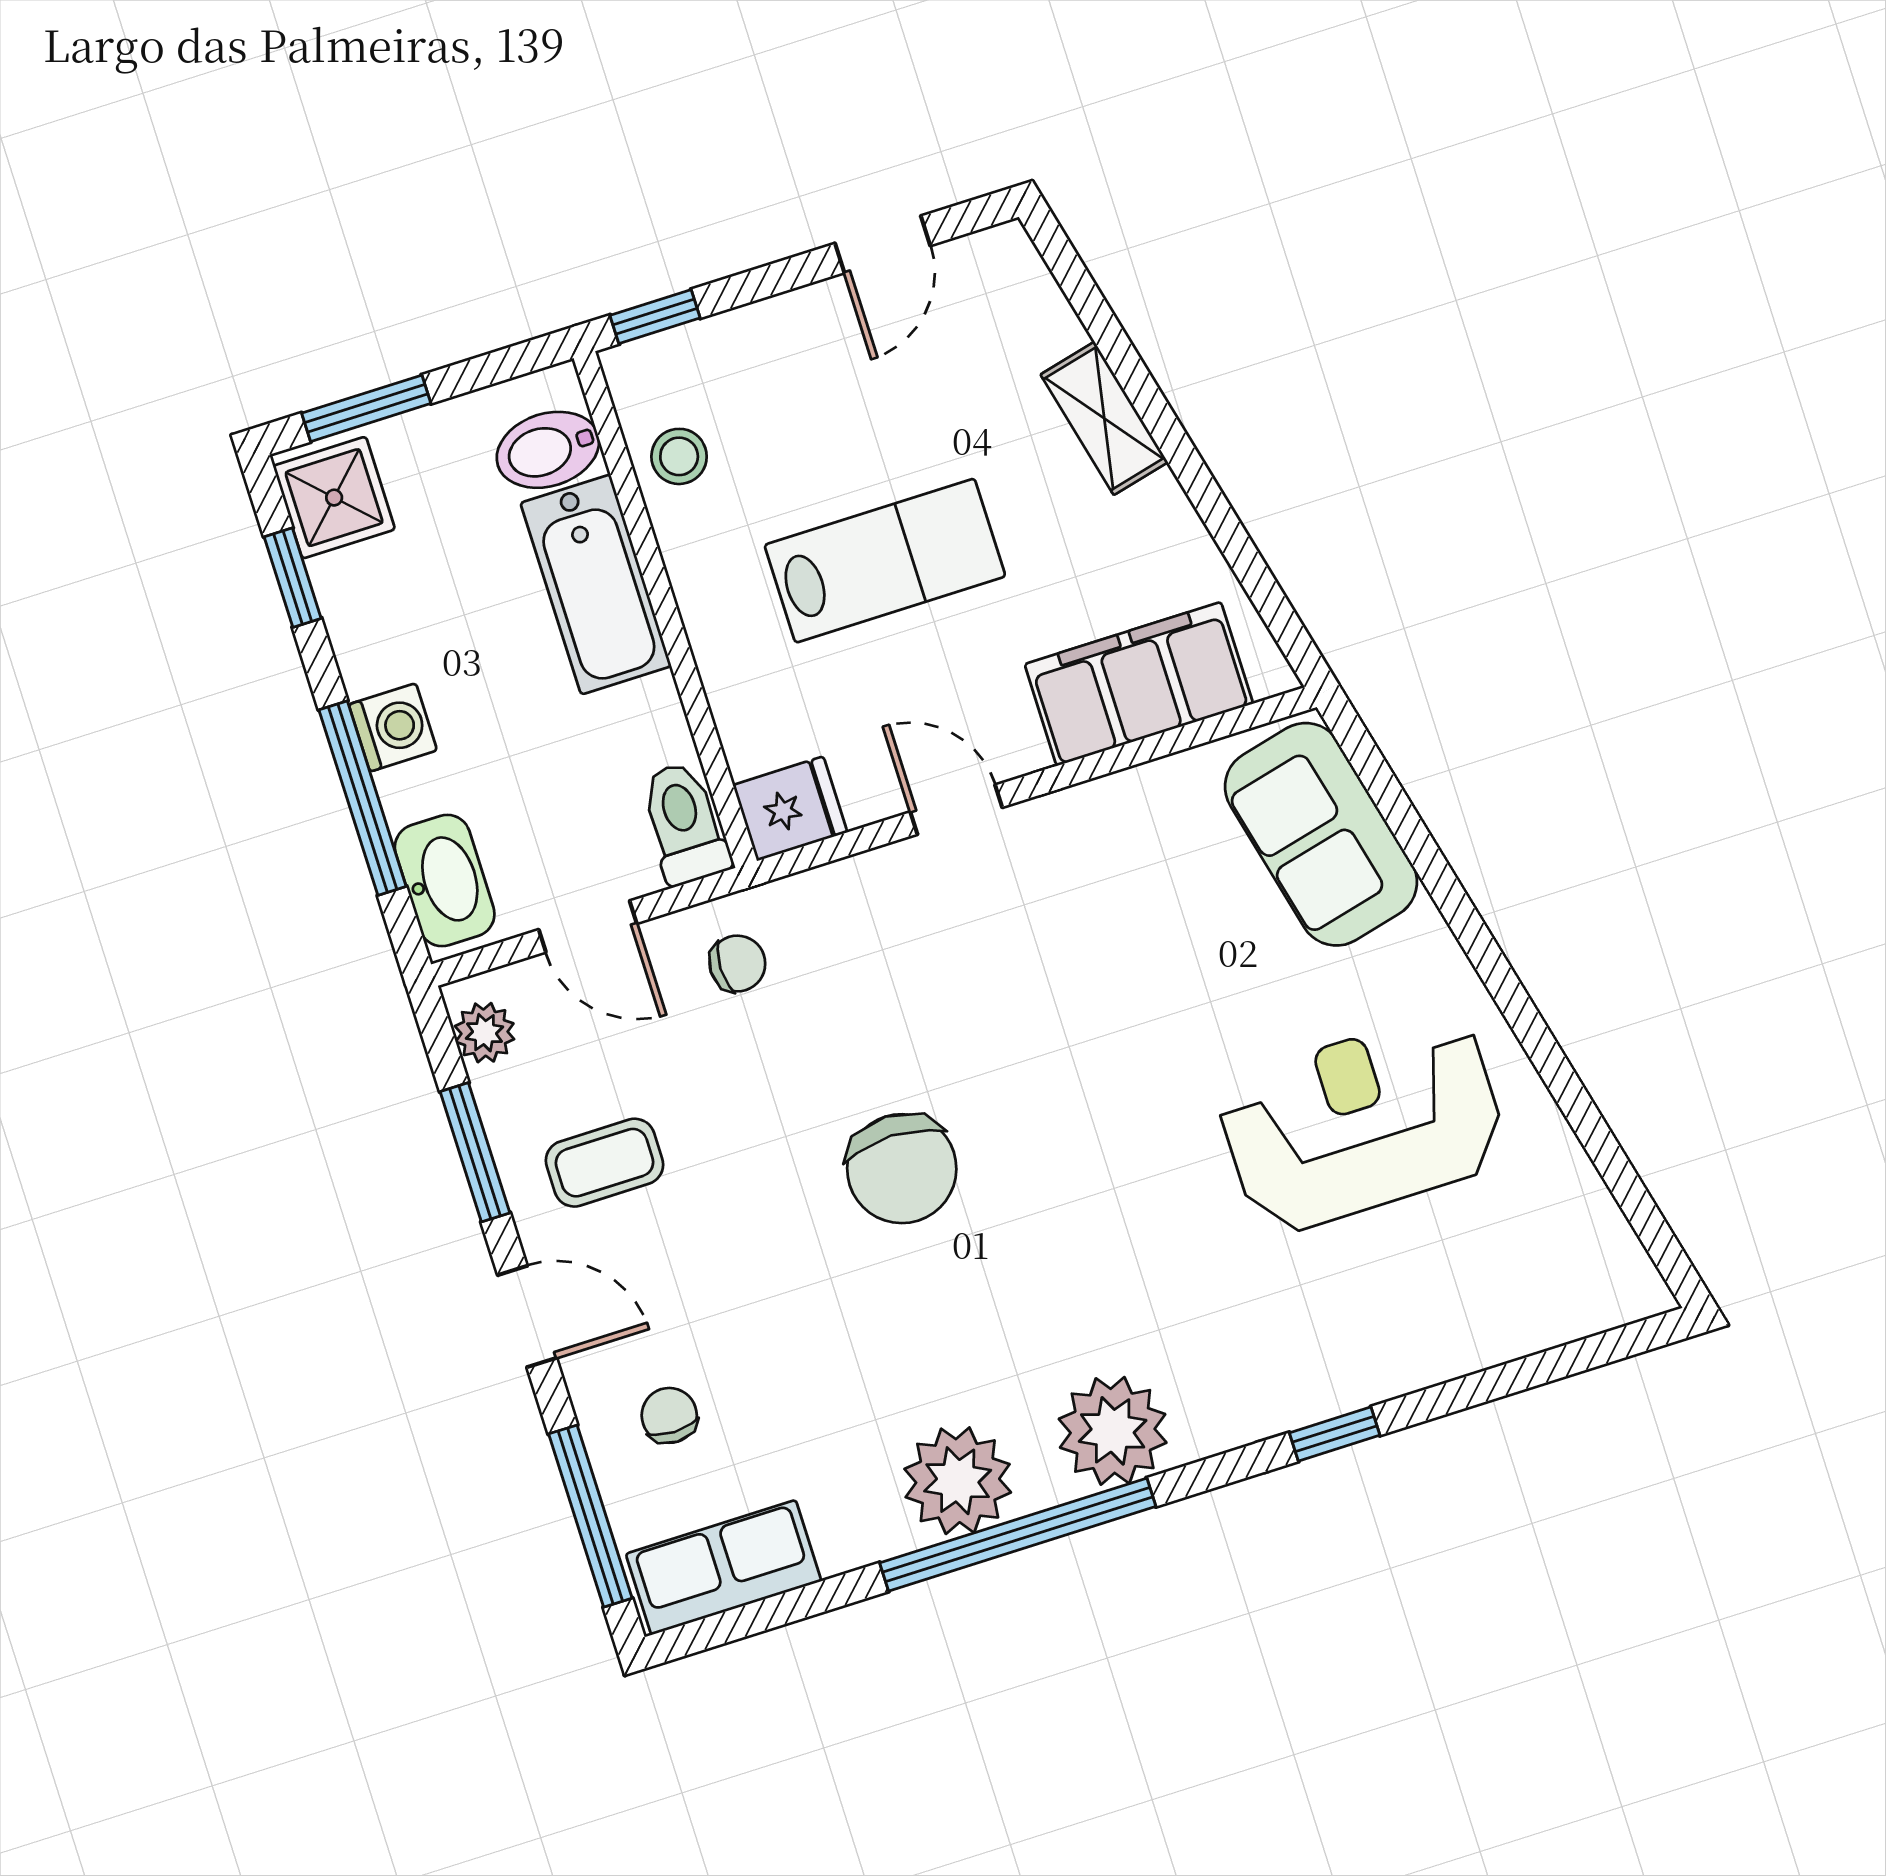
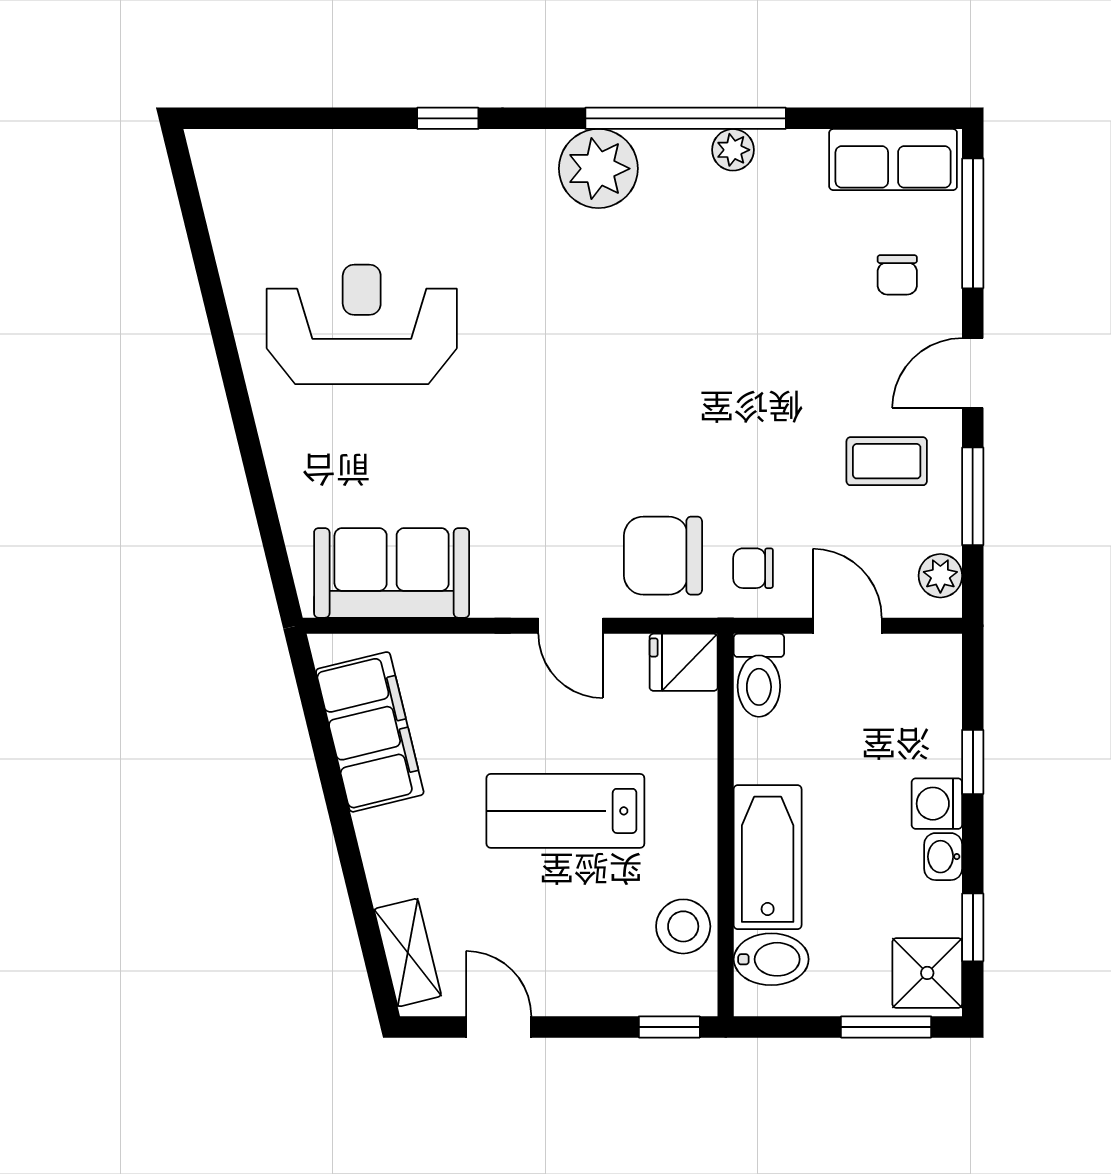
door: (883, 244) -> (499, 1027), hinge flipped
shelving: (1104, 418) -> (408, 953), moved
stool: (679, 456) -> (683, 926), width x1.37, depth x1.37
filing cabinet: (1139, 684) -> (370, 732), moved, turned -104
window: (363, 798) -> (973, 762), width x0.46
sofa: (1321, 834) -> (392, 573), moved, turned -76
washbasin: (445, 881) -> (943, 857), moved, width x0.52, depth x0.69
reception desk: (1362, 1123) -> (362, 324), turned 180
chair: (902, 1169) -> (663, 556), moved, turned -90
door: (527, 1317) -> (973, 373), hinge flipped
plant: (958, 1481) -> (733, 150), width x0.53, depth x0.53

